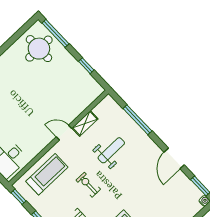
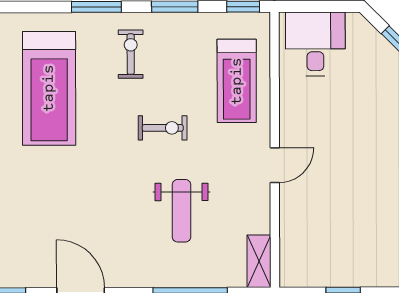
shelving: (85, 123) -> (259, 261), moved

